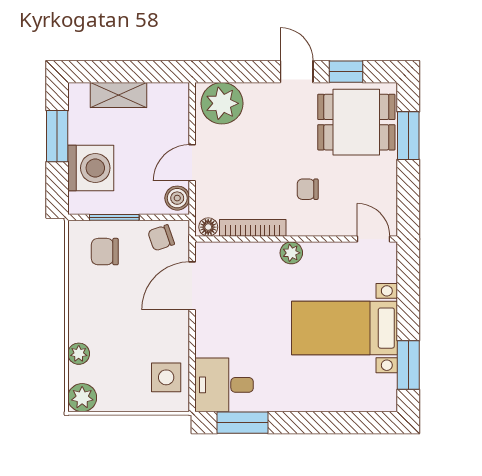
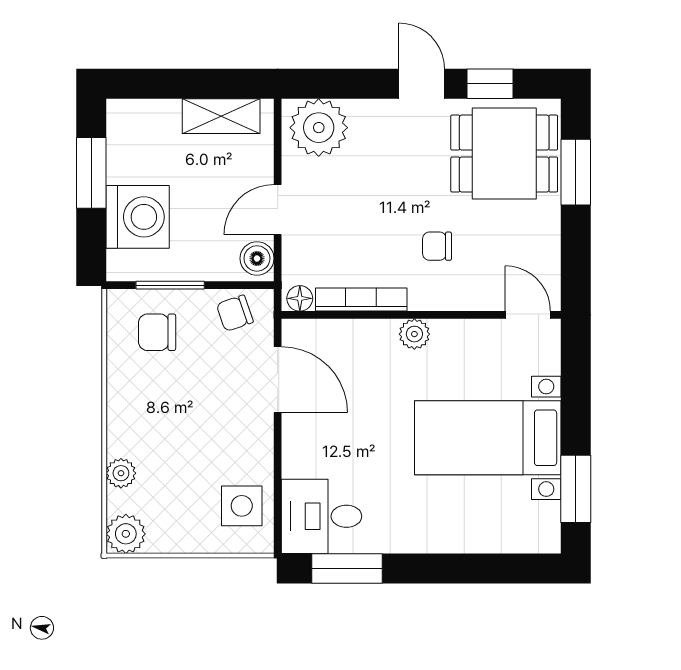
shelving: (119, 95) -> (221, 116), moved
door: (192, 286) -> (278, 380), swing flipped

